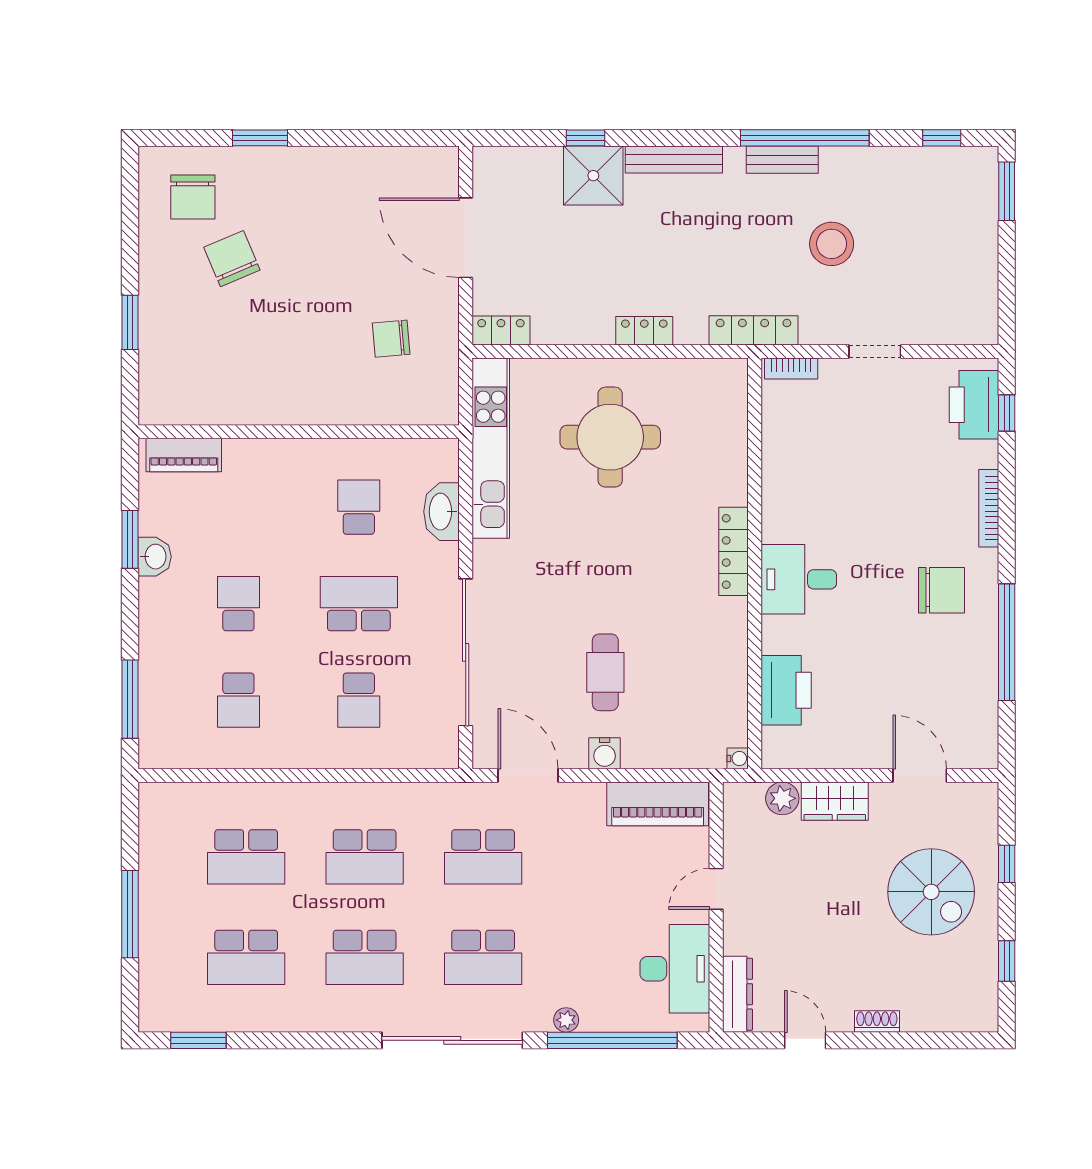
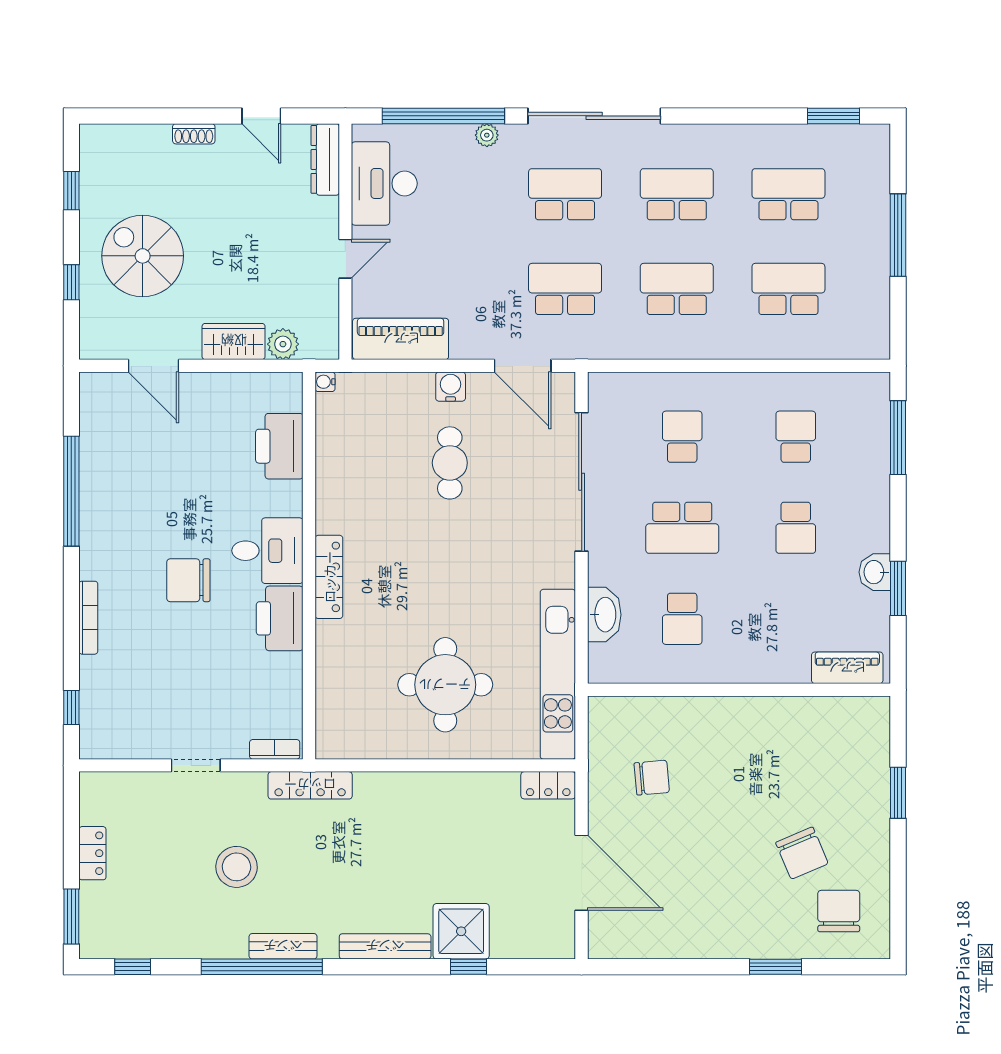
locker: (644, 331) -> (92, 853), moved, turned -90
printer: (974, 405) -> (280, 618), moved, turned 180
chair: (941, 590) -> (188, 580), moved

